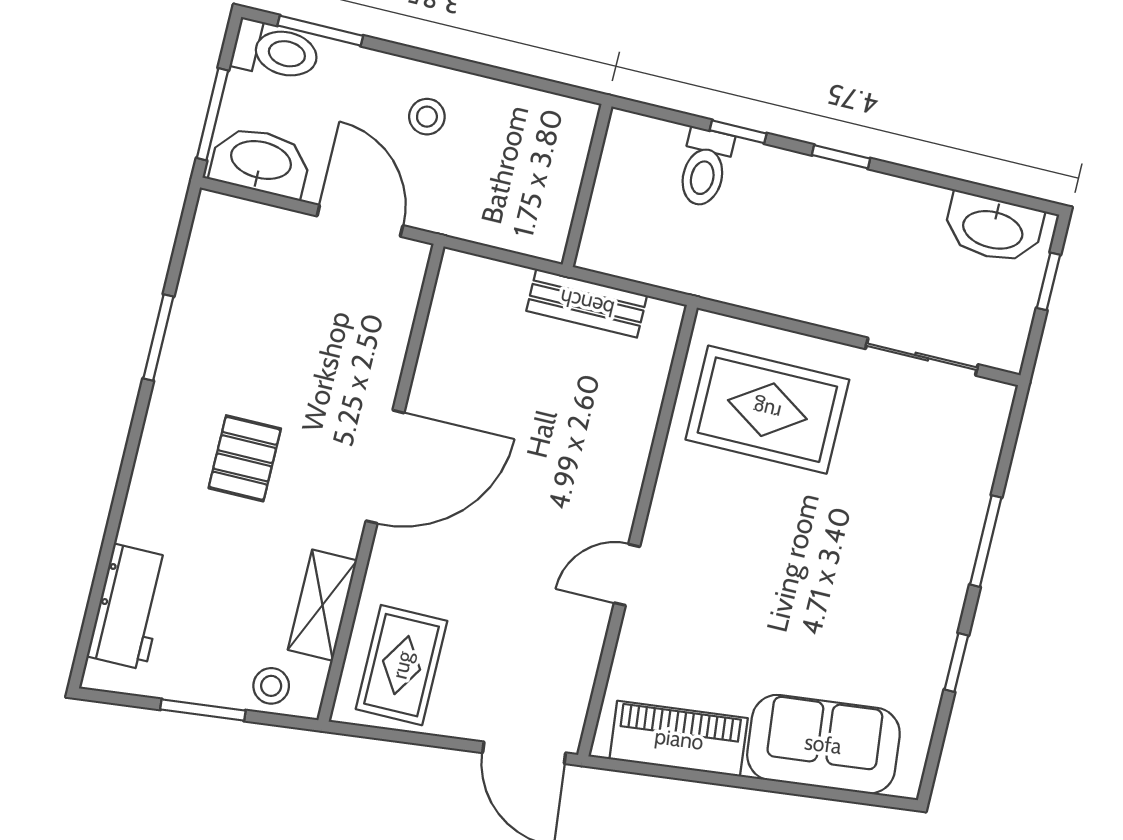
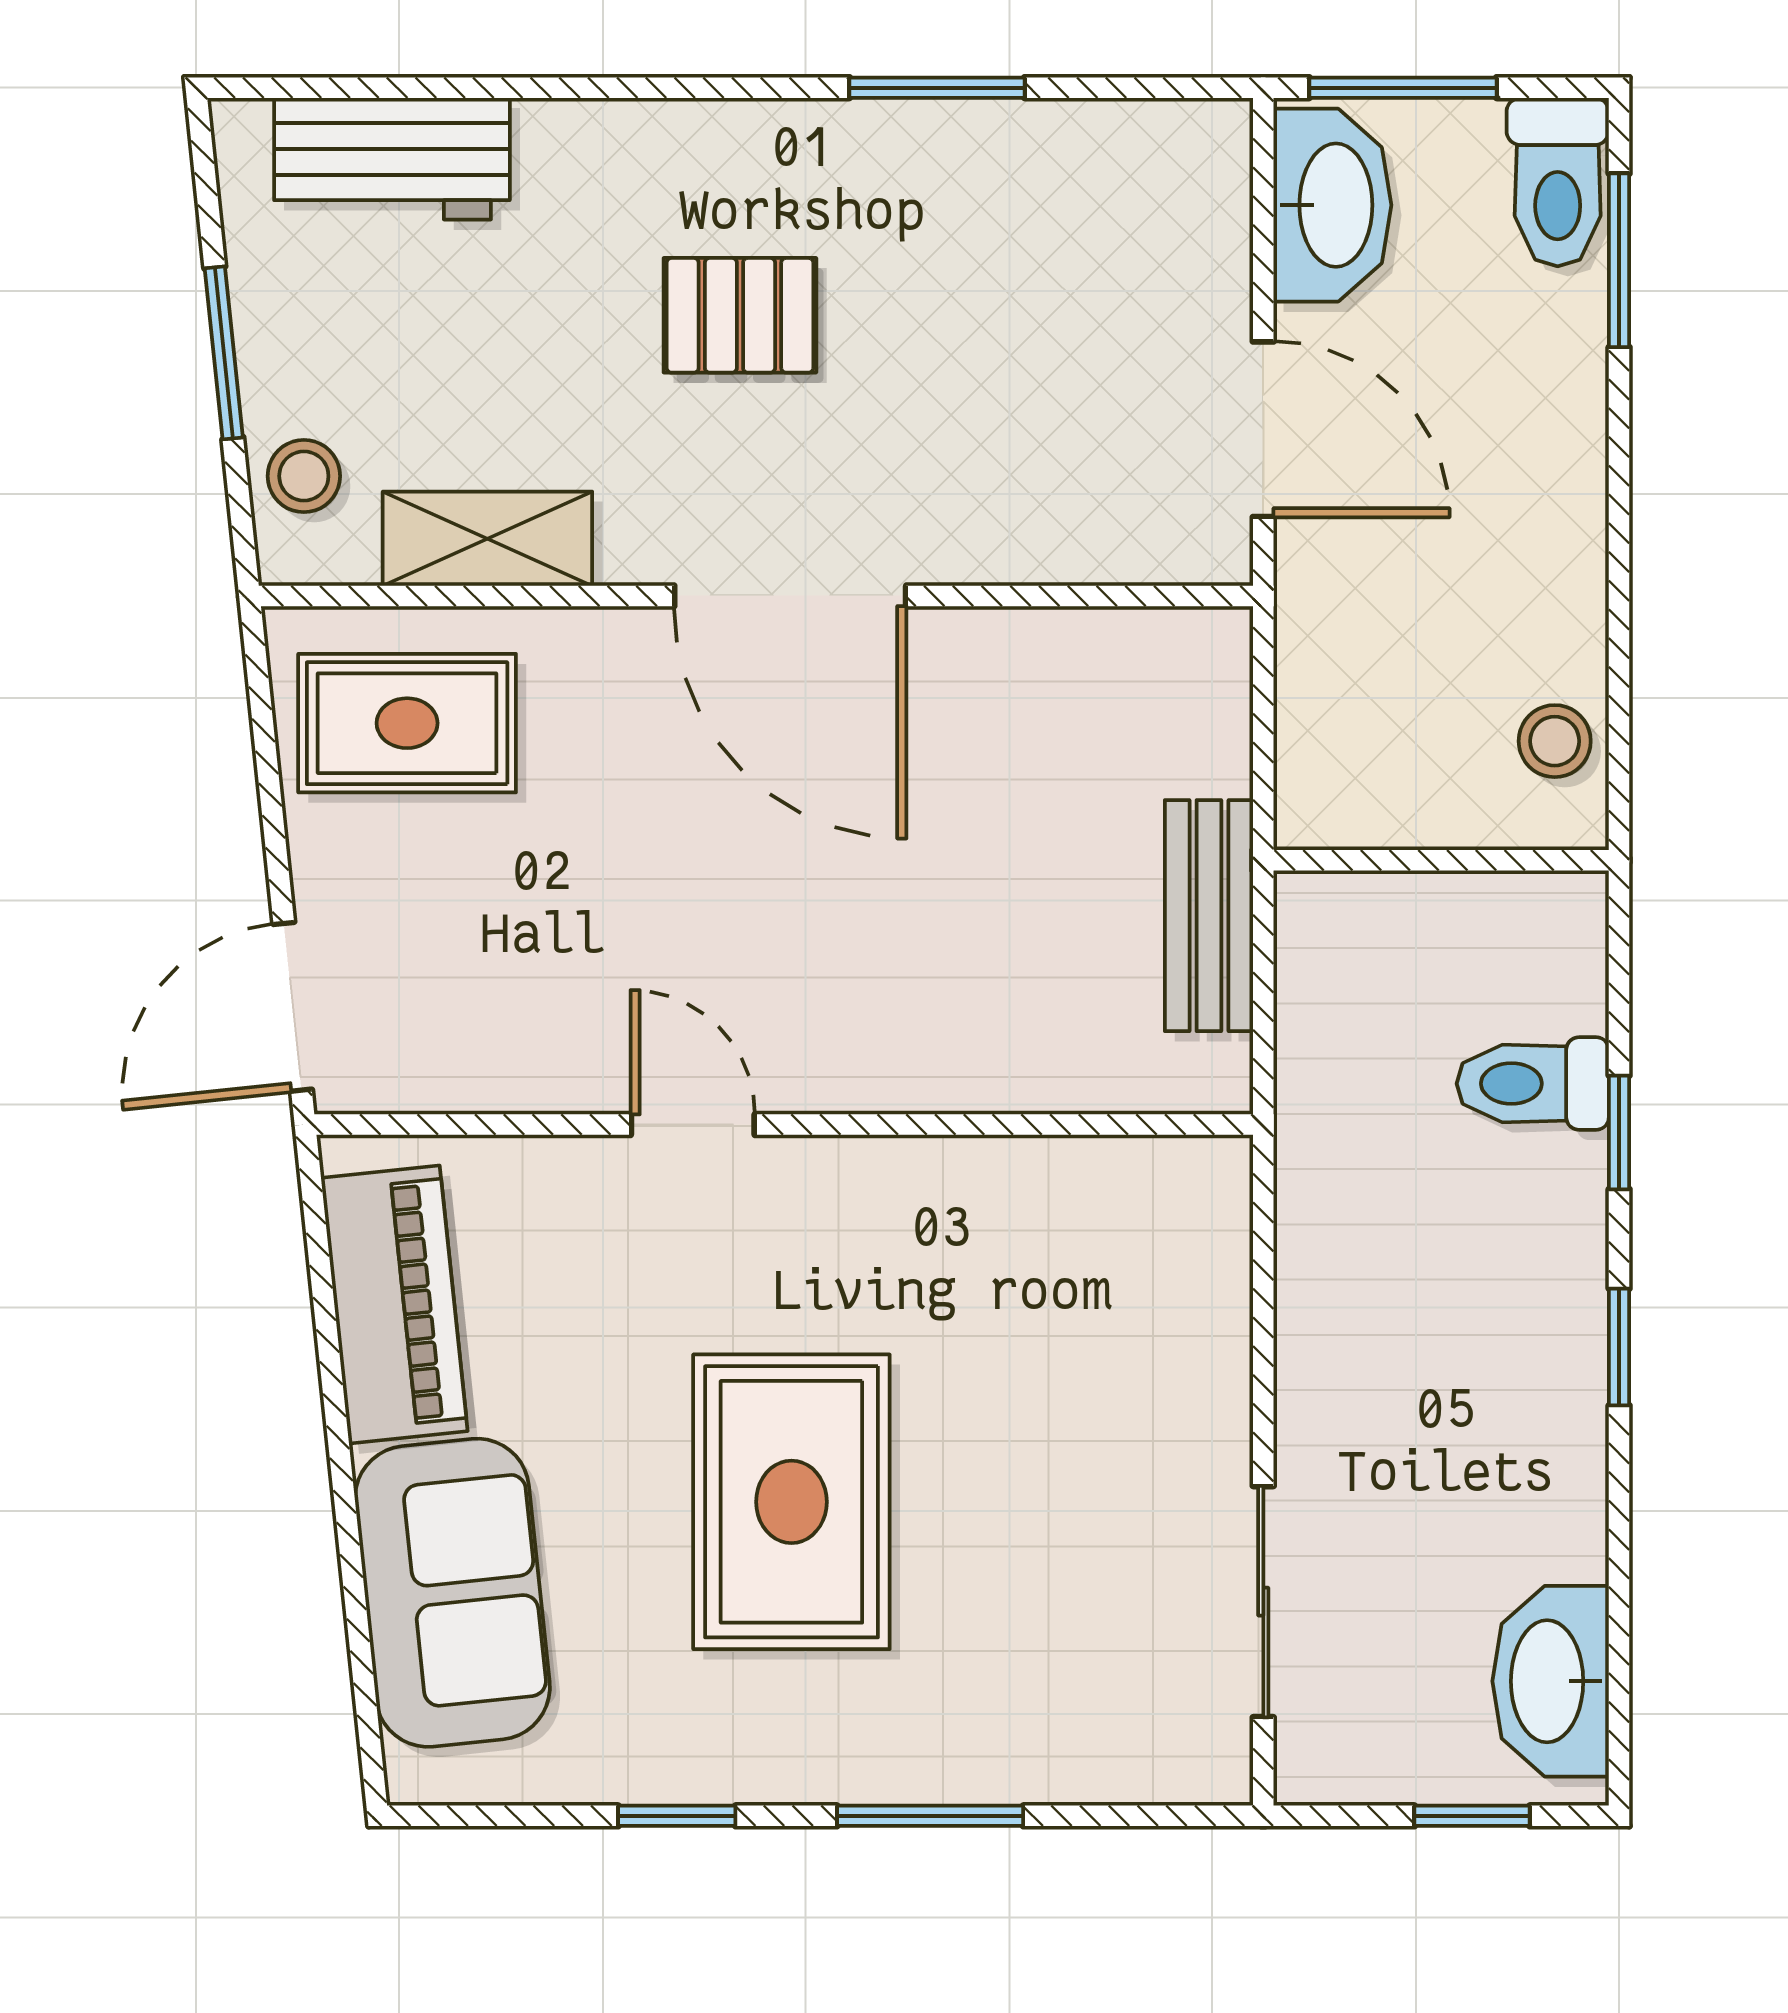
stool: (427, 117) -> (1555, 741), moved
door: (360, 221) -> (1263, 429), hinge flipped
rug: (767, 410) -> (791, 1502), moved

